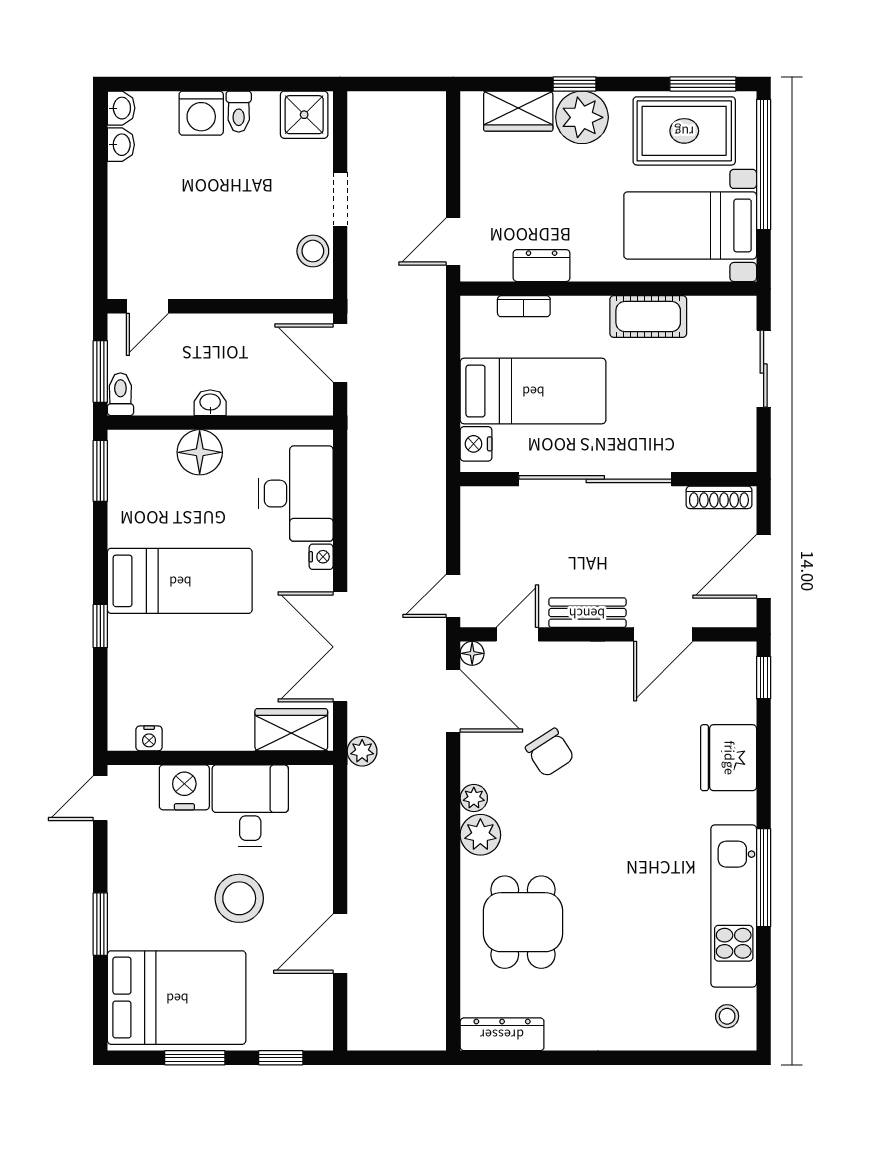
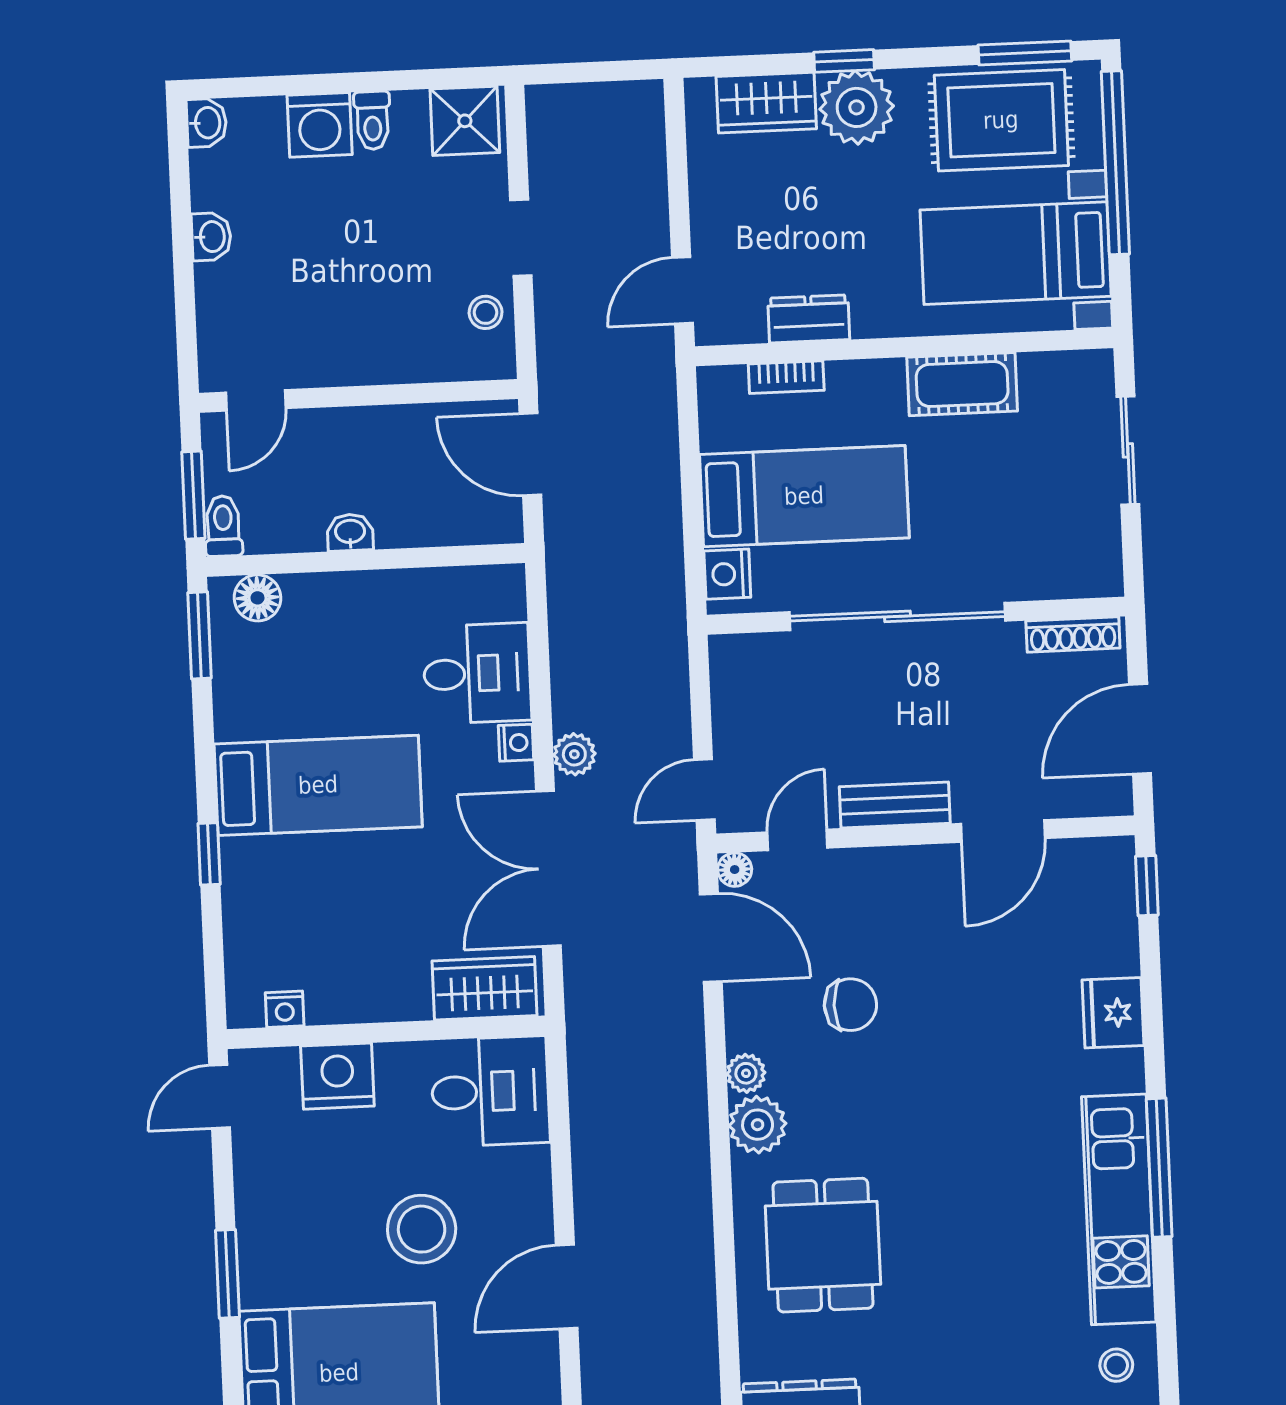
washbasin: (121, 145) -> (211, 237), moved
stool: (313, 251) -> (486, 312), width x0.73, depth x0.73
floor lamp: (200, 452) -> (258, 598), moved, width x0.73, depth x0.73
desk: (296, 494) -> (477, 673), width x0.73
plant: (362, 751) -> (574, 754), moved
chair: (550, 753) -> (850, 1005), turned -57
fridge: (729, 758) -> (1113, 1013), width x0.73, depth x0.75
desk: (250, 806) -> (490, 1091), moved, turned 90

